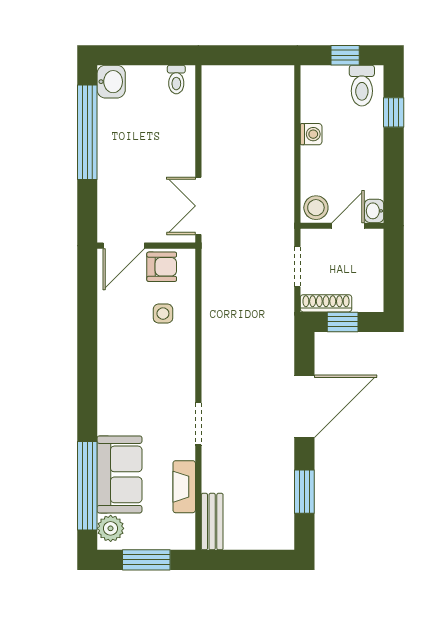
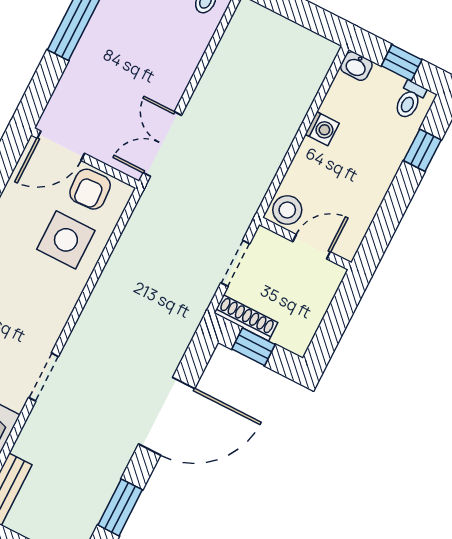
toilet: (362, 86) -> (410, 100), width x0.73, depth x0.72
washbasin: (374, 211) -> (356, 66), moved, turned -90
armchair: (162, 267) -> (90, 189), turned 87
side table: (163, 314) -> (66, 240), width x1.87, depth x1.87

